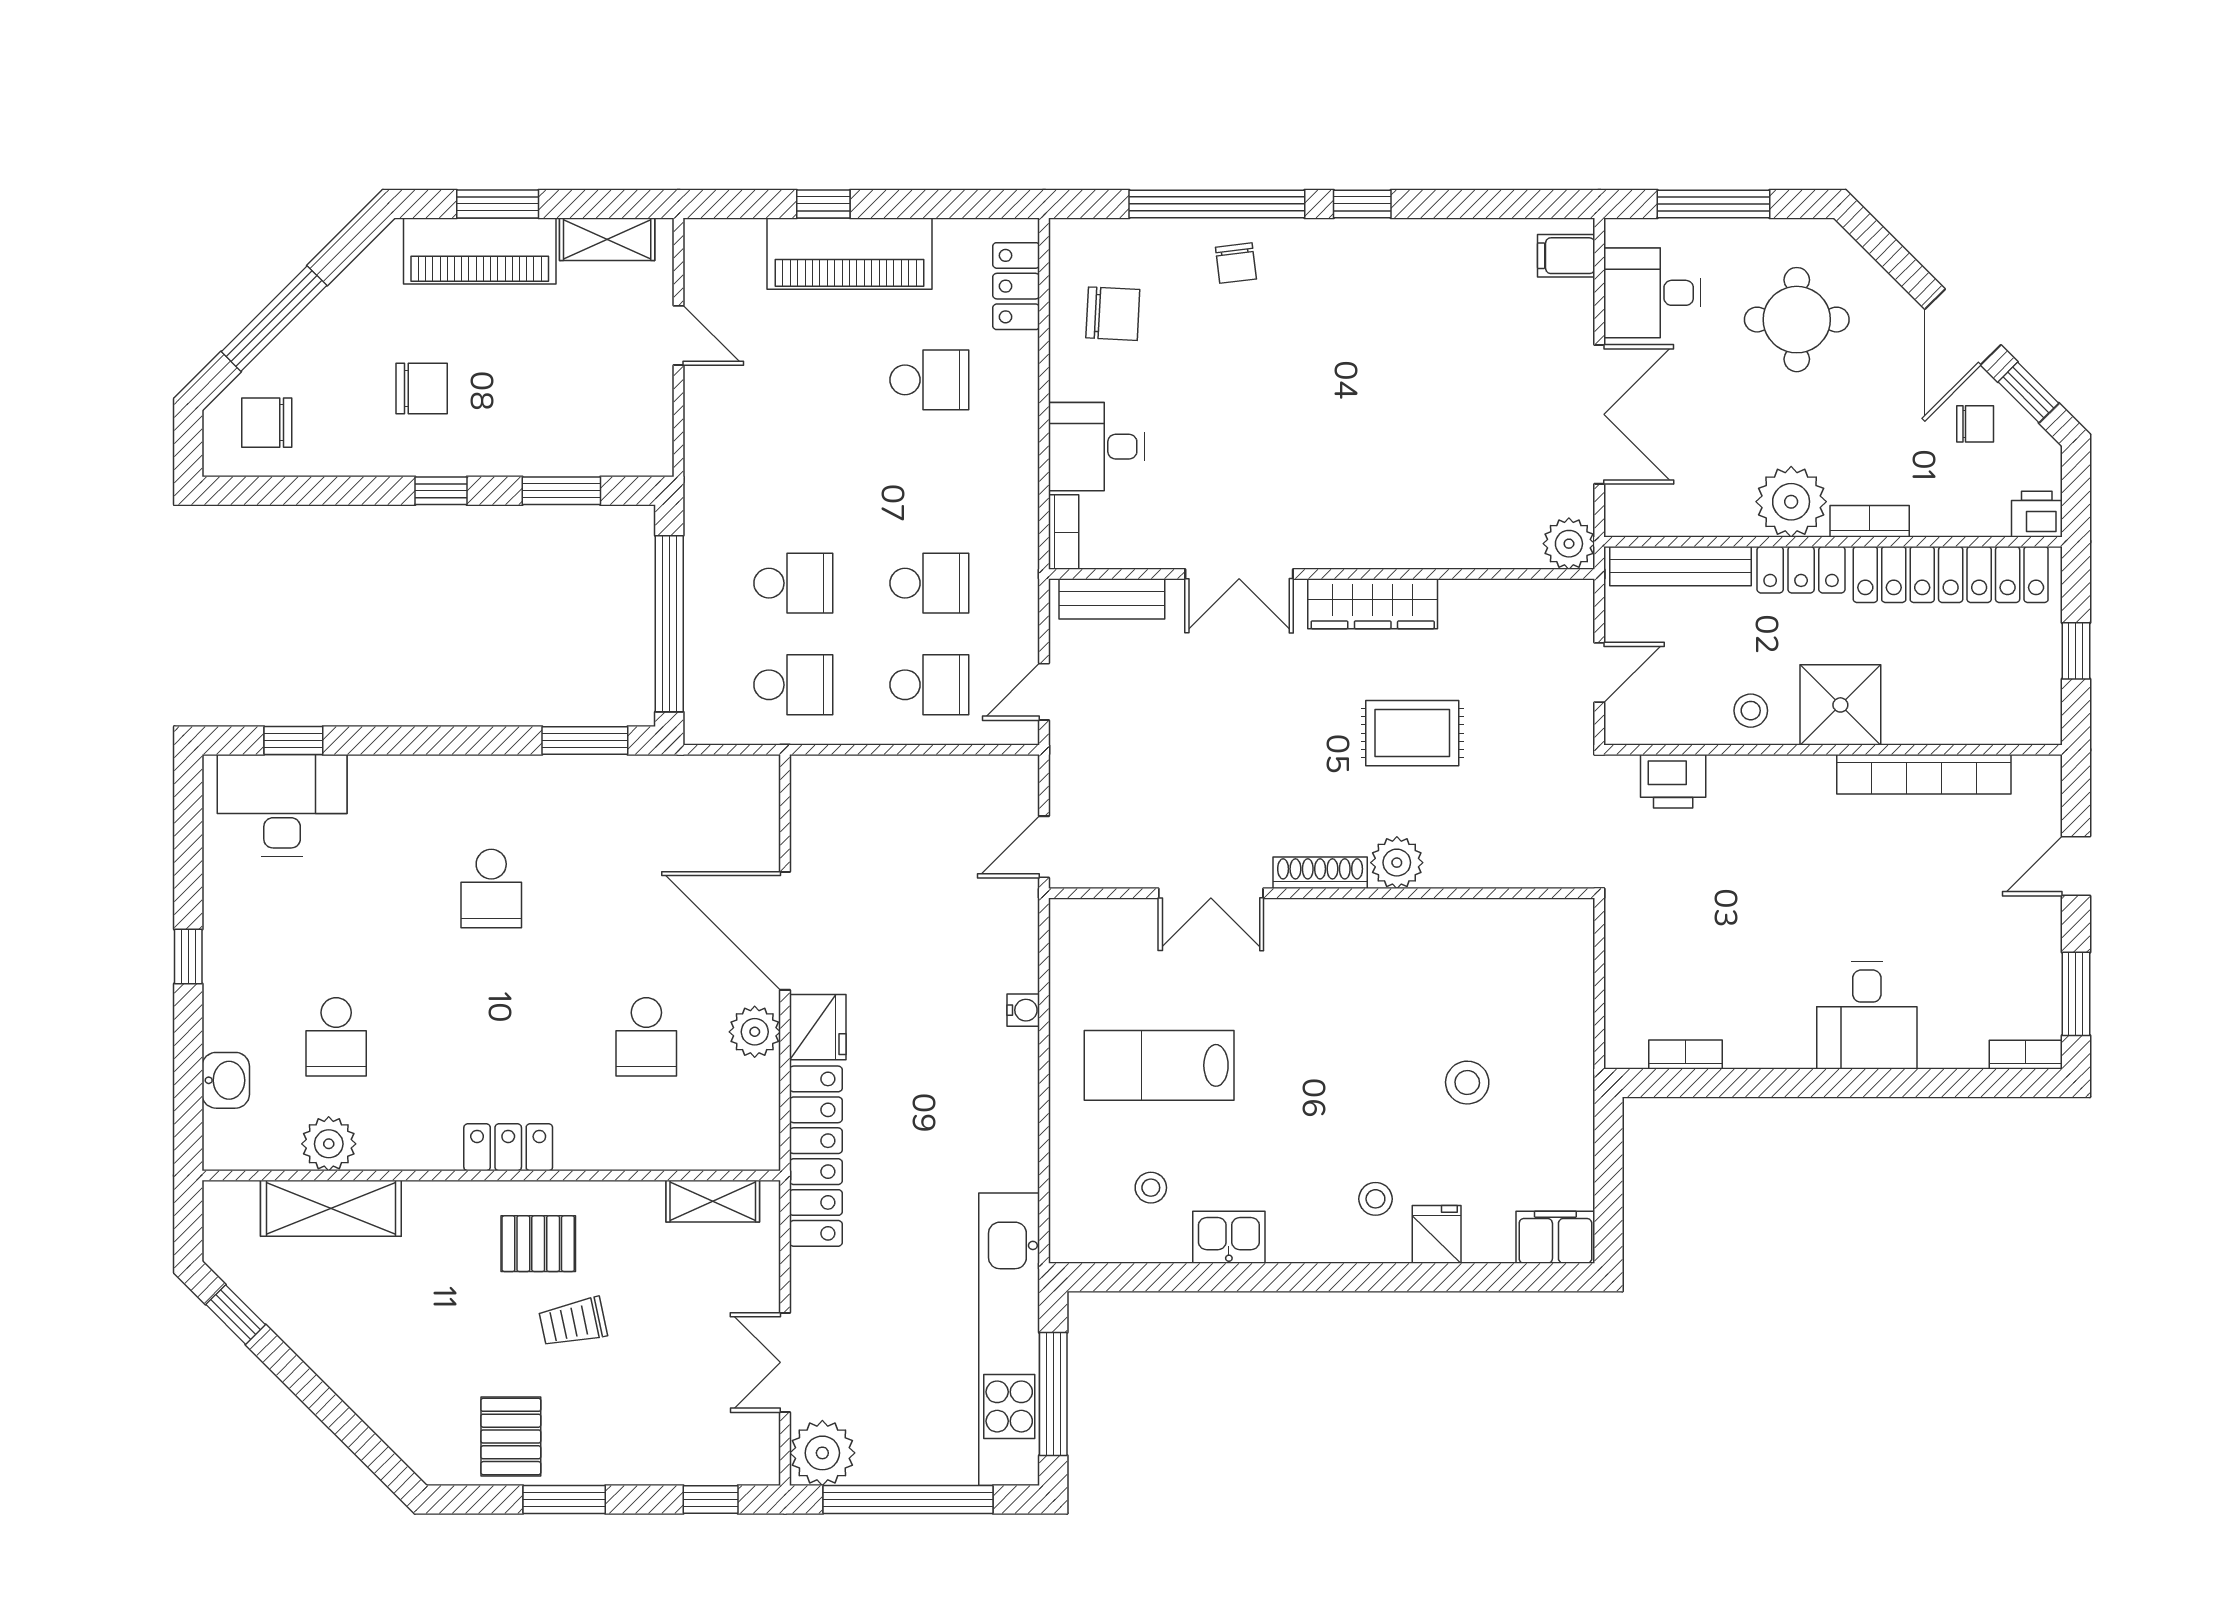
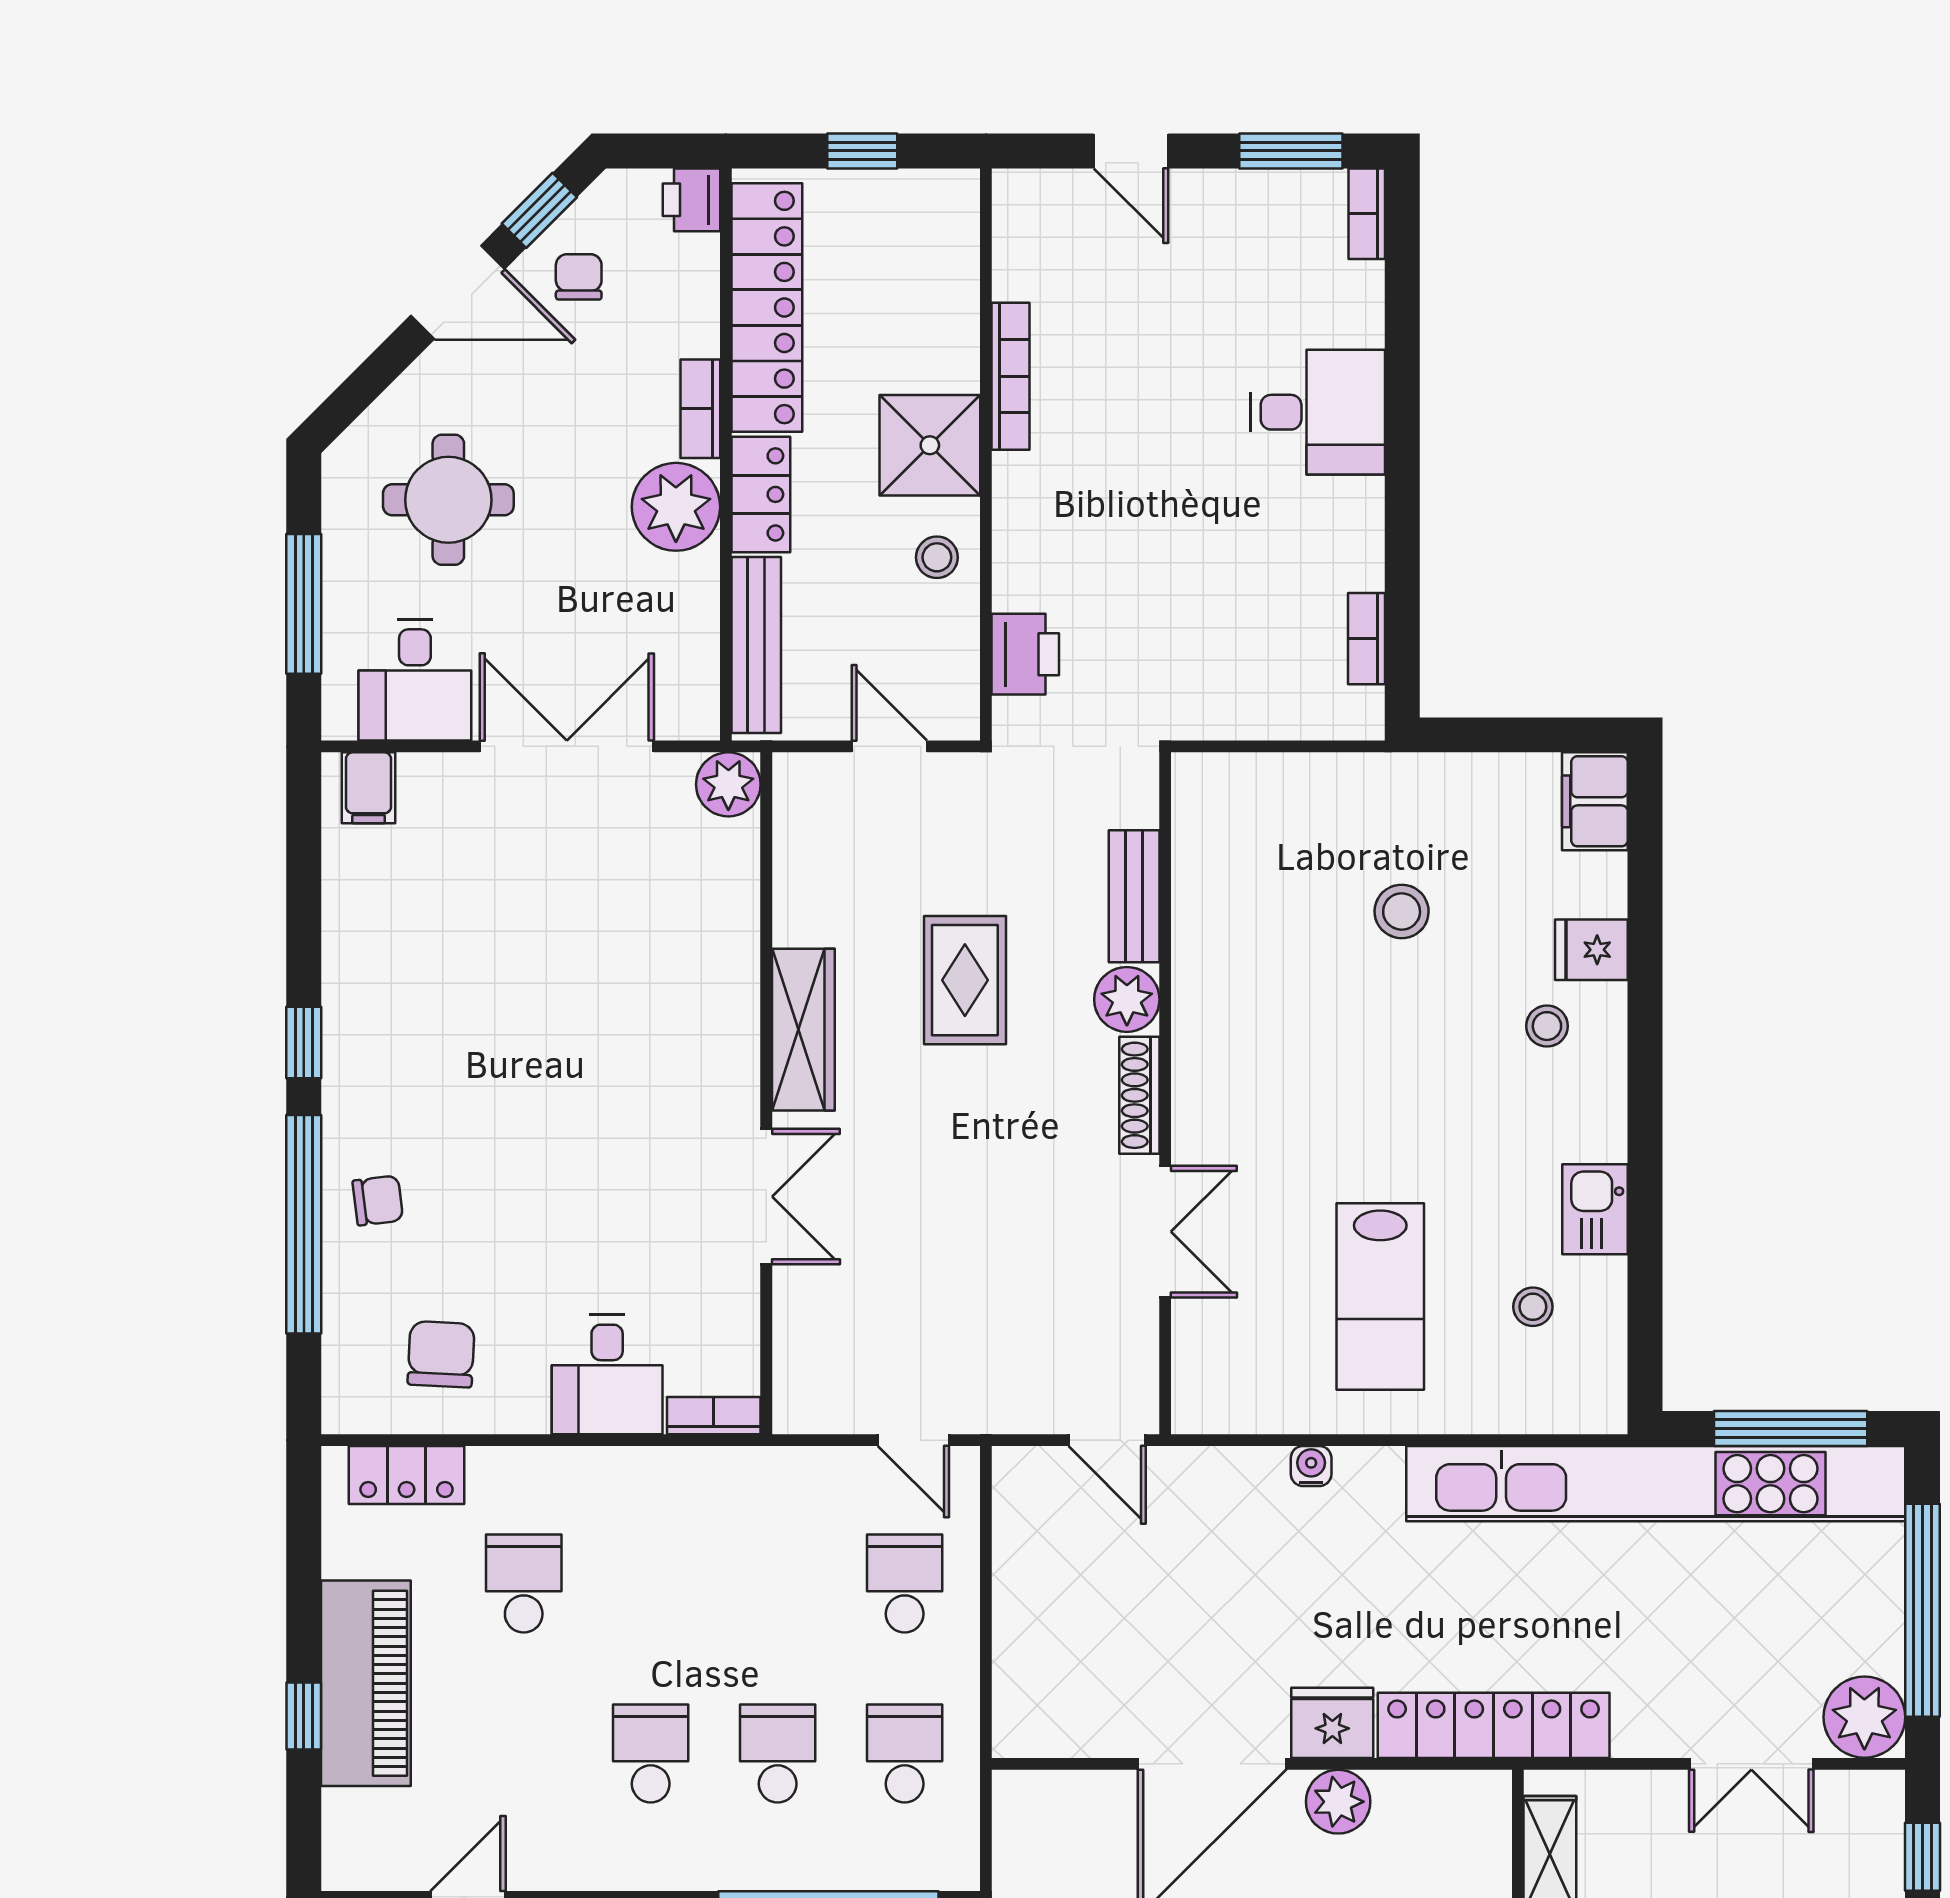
school desk: (929, 583) -> (651, 1753), moved
bench: (1112, 599) -> (1134, 896), moved
bookcase: (1924, 774) -> (1011, 376), width x0.68, depth x0.76
kitchen unit: (1009, 1339) -> (1656, 1484), width x1.36

